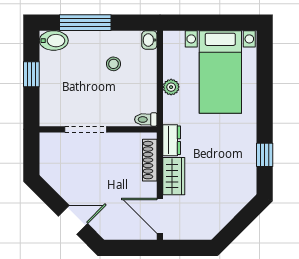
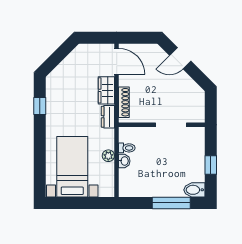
washbasin: (149, 40) -> (124, 161), moved
stool: (114, 64) -> (151, 173), removed
toilet: (146, 119) -> (127, 148), moved

